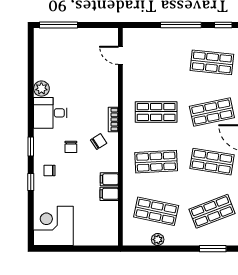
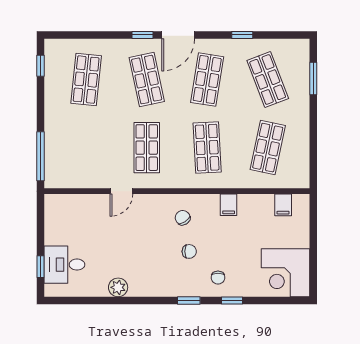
window: (58, 25) -> (41, 267), width x0.46
window: (181, 25) -> (41, 156), moved
door: (120, 55) -> (121, 191), moved
desk: (50, 113) -> (64, 265), moved, turned 90
bookcase: (113, 119) -> (156, 200), removed
filing cabinet: (109, 194) -> (283, 205), moved
plant: (158, 240) -> (302, 146), removed

